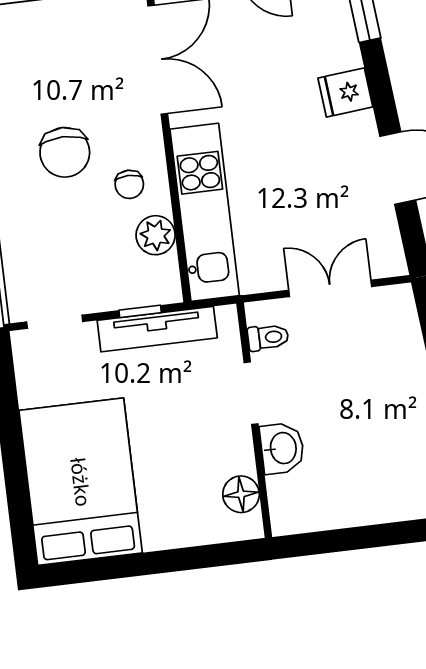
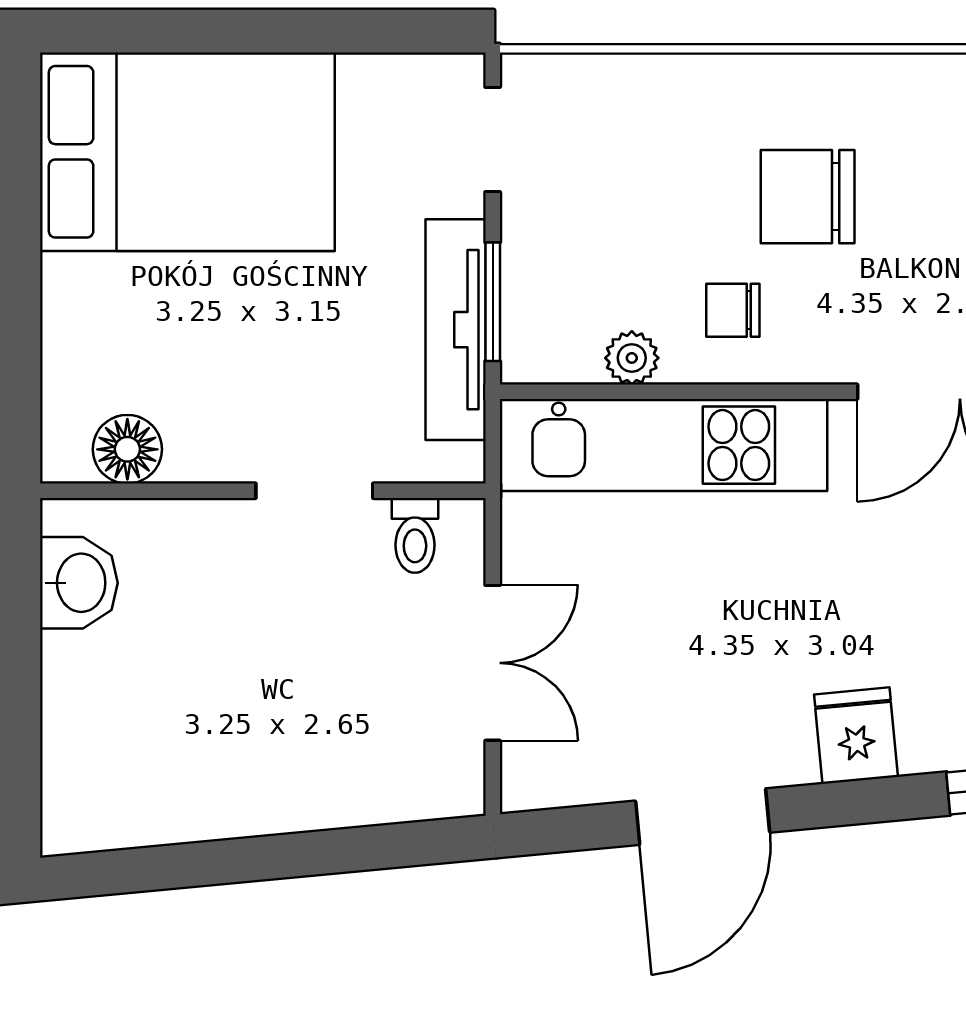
plant: (156, 235) -> (632, 358), width x0.73, depth x0.73
window: (140, 311) -> (493, 302), width x1.50
washbasin: (282, 448) -> (79, 583), moved, turned -90

